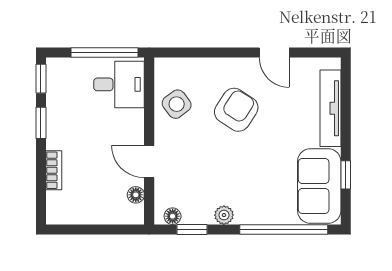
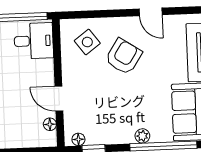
side table: (177, 104) -> (87, 42), moved
plant: (224, 215) -> (142, 136), moved

